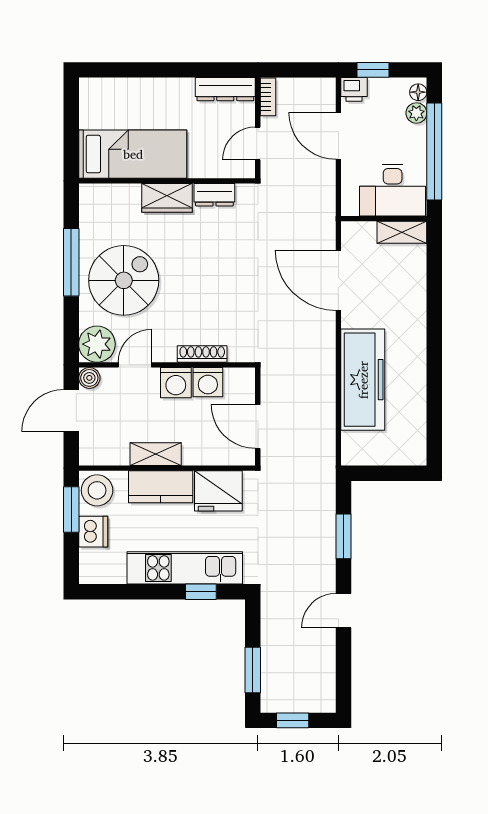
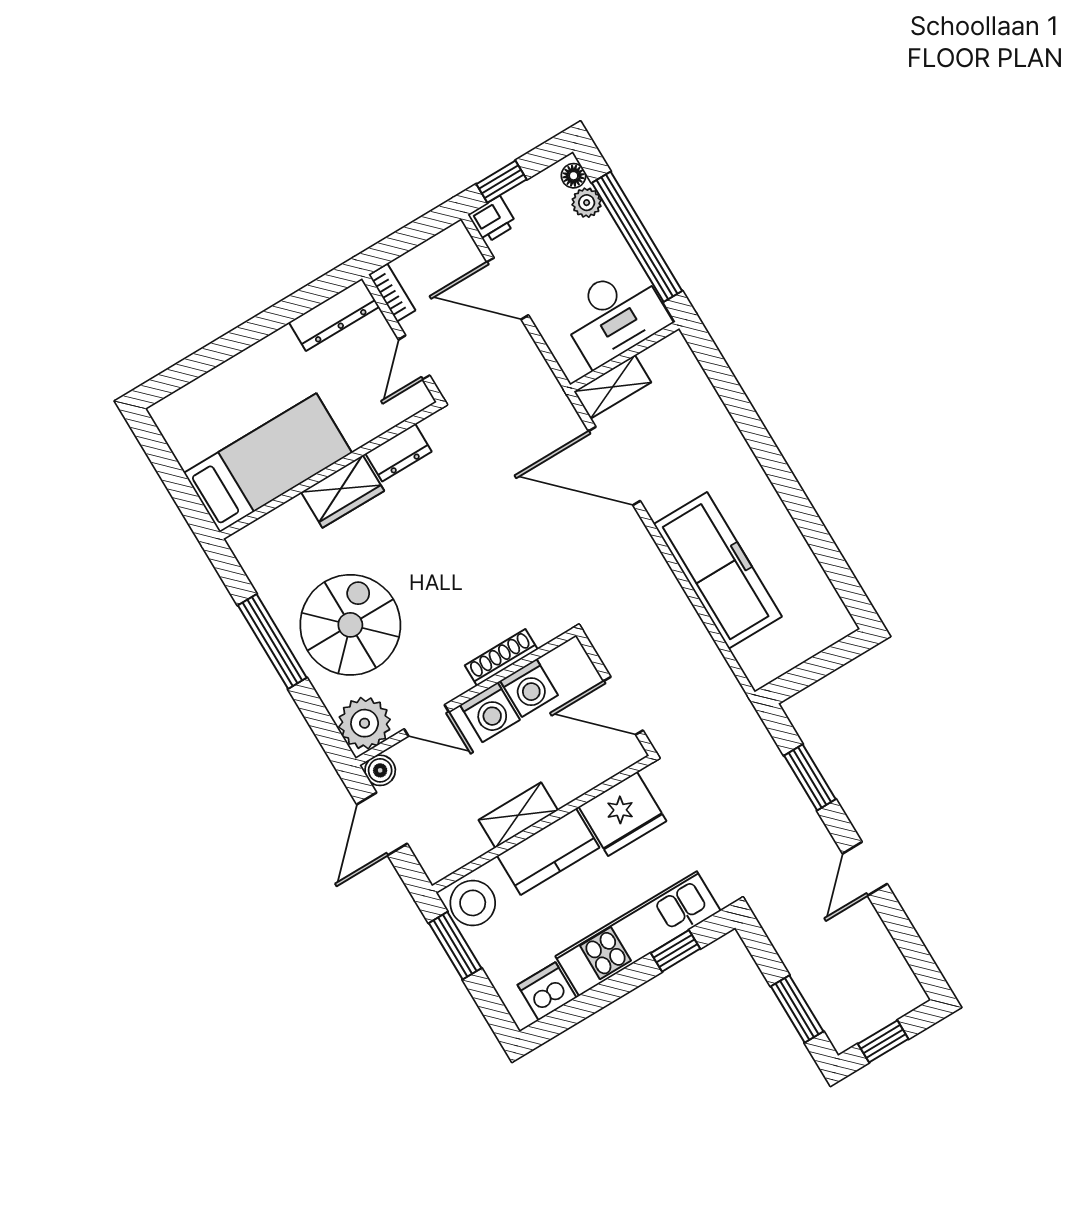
shelving: (402, 232) -> (613, 387), moved
door: (135, 365) -> (427, 721), swing flipped
dishwasher: (93, 532) -> (547, 991), moved, turned -90

